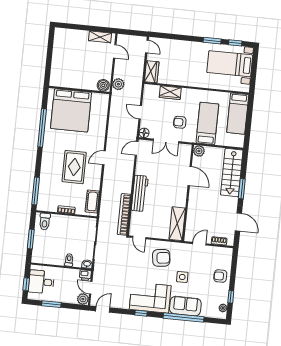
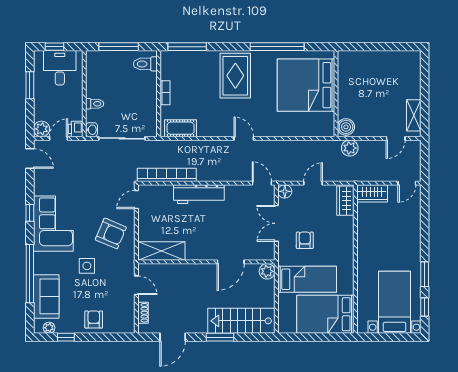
wardrobe: (170, 93) -> (345, 201), moved
bed: (238, 114) -> (325, 314), width x1.50
rug: (74, 167) -> (235, 76), moved, turned 90
window: (31, 239) -> (119, 47), width x1.44
armchair: (161, 258) -> (111, 233), turned -60
sofa: (185, 306) -> (46, 296), moved

